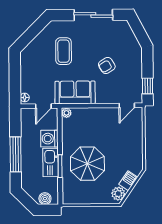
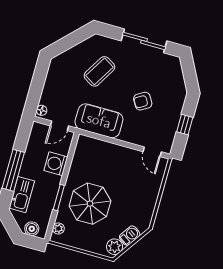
coffee table: (64, 51) -> (99, 71), turned 31
window: (148, 86) -> (185, 125), moved
door: (127, 105) -> (152, 152), hinge flipped
plant: (66, 113) -> (58, 229), moved
kitchen sink: (51, 162) -> (22, 195), moved, turned 180

